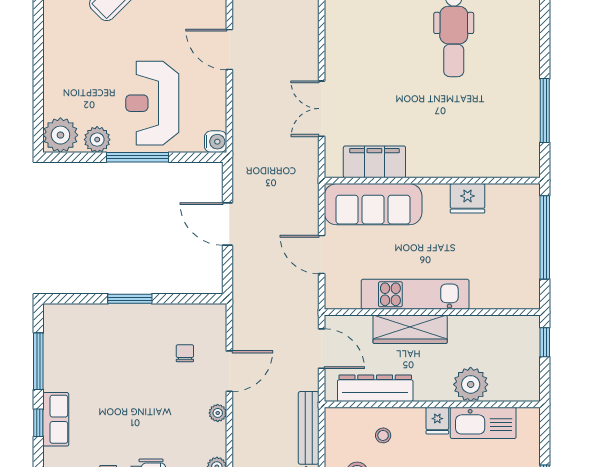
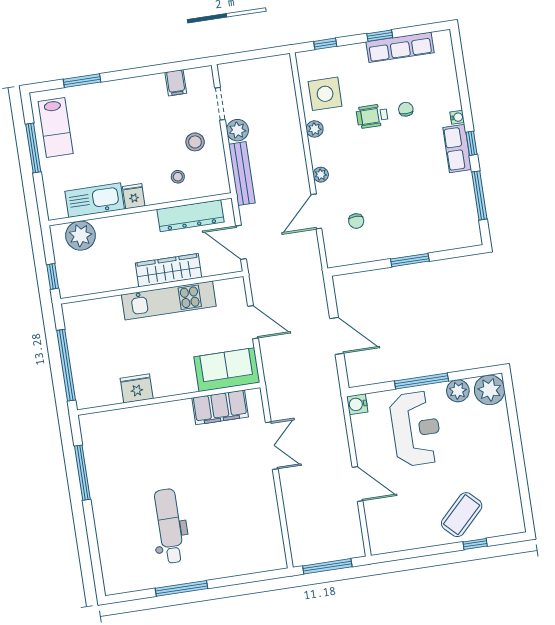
sofa: (373, 204) -> (227, 370), width x0.73
plant: (471, 384) -> (81, 236), moved
water cooler: (50, 455) -> (457, 117), added

